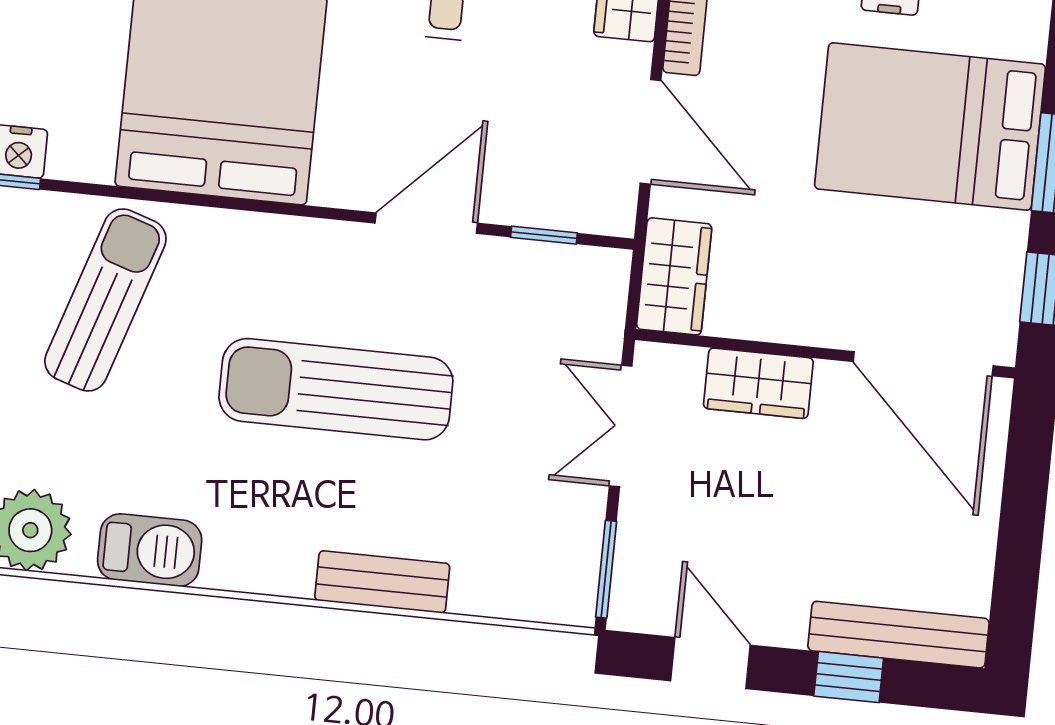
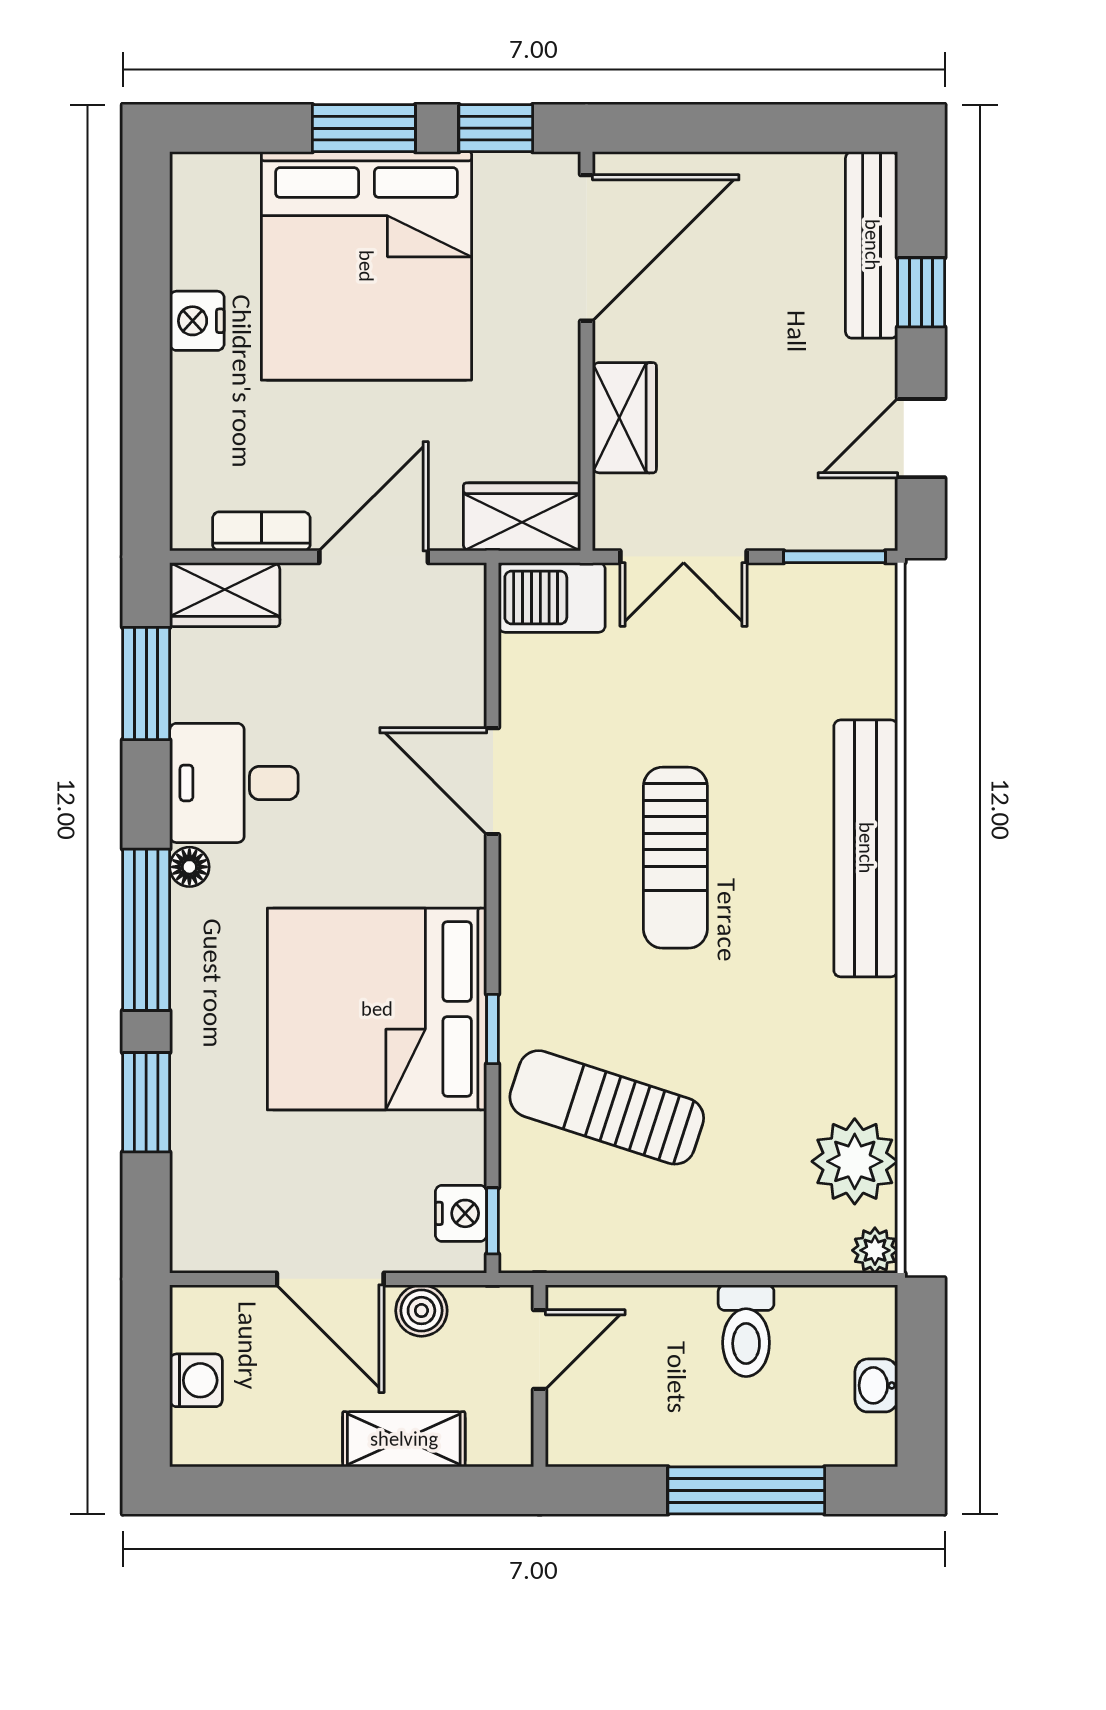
bed: (930, 127) -> (366, 266), width x1.36
window: (544, 235) -> (493, 1029), moved
sun lounger: (336, 389) -> (675, 858), width x0.73, depth x0.75
barbecue: (150, 550) -> (552, 597), moved, turned -90
bench: (382, 582) -> (866, 848), width x1.86, depth x1.21

